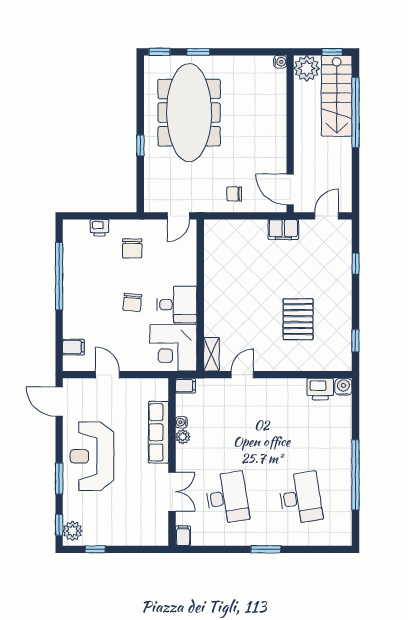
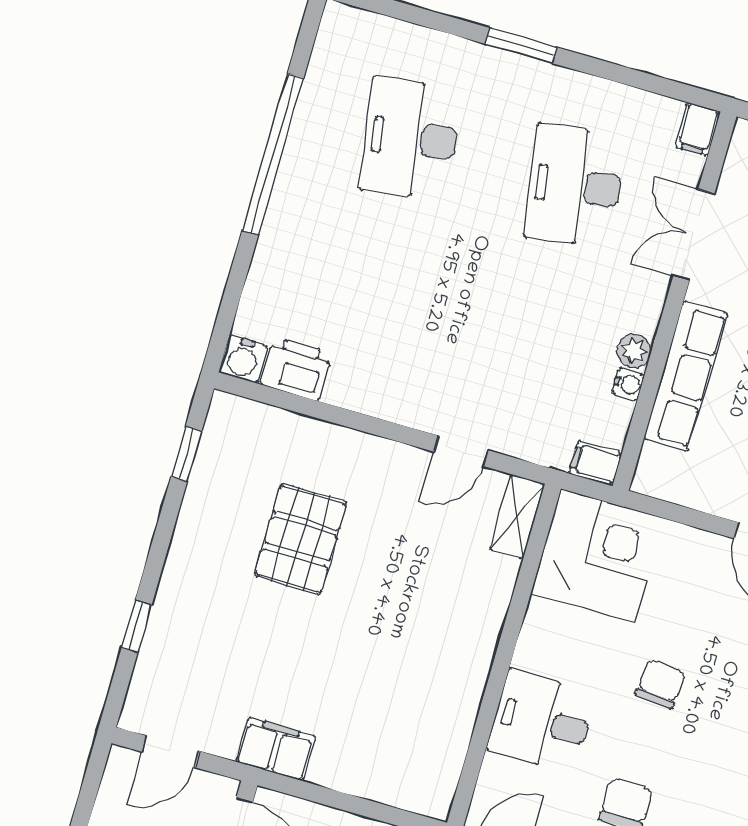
desk: (177, 305) -> (542, 721), moved

